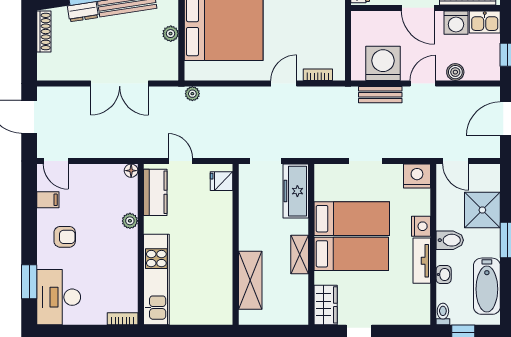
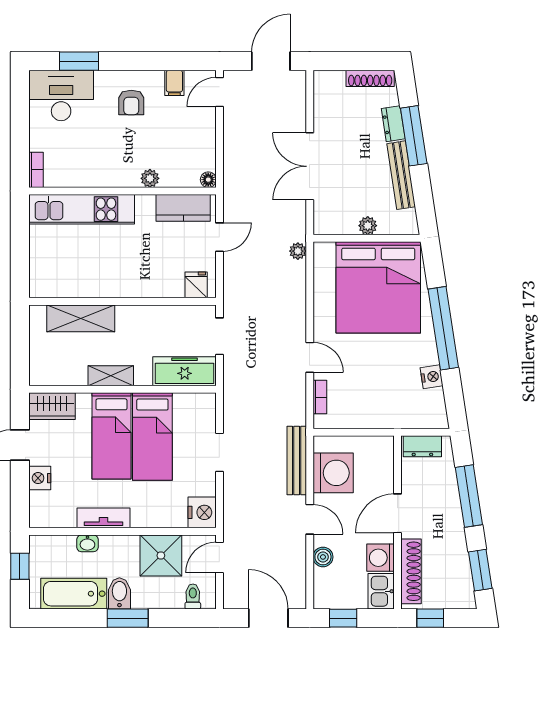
bench: (380, 95) -> (297, 460), width x1.36
shower: (482, 210) -> (161, 555), moved
nightstand: (421, 226) -> (40, 478), moved, turned 90
bidet: (450, 240) -> (119, 593), moved, turned 180
toilet: (443, 314) -> (193, 597), moved, turned -90

